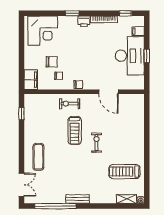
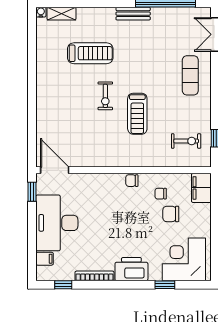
window: (72, 13) -> (165, 285), moved
printer: (84, 21) -> (131, 269), width x1.87, depth x1.48
window: (147, 56) -> (32, 192), moved
door: (108, 92) -> (55, 170), moved
exercise bike: (70, 104) -> (186, 141), moved
treadmill: (75, 130) -> (137, 114), turned 180
treadmill: (124, 172) -> (90, 53), moved

